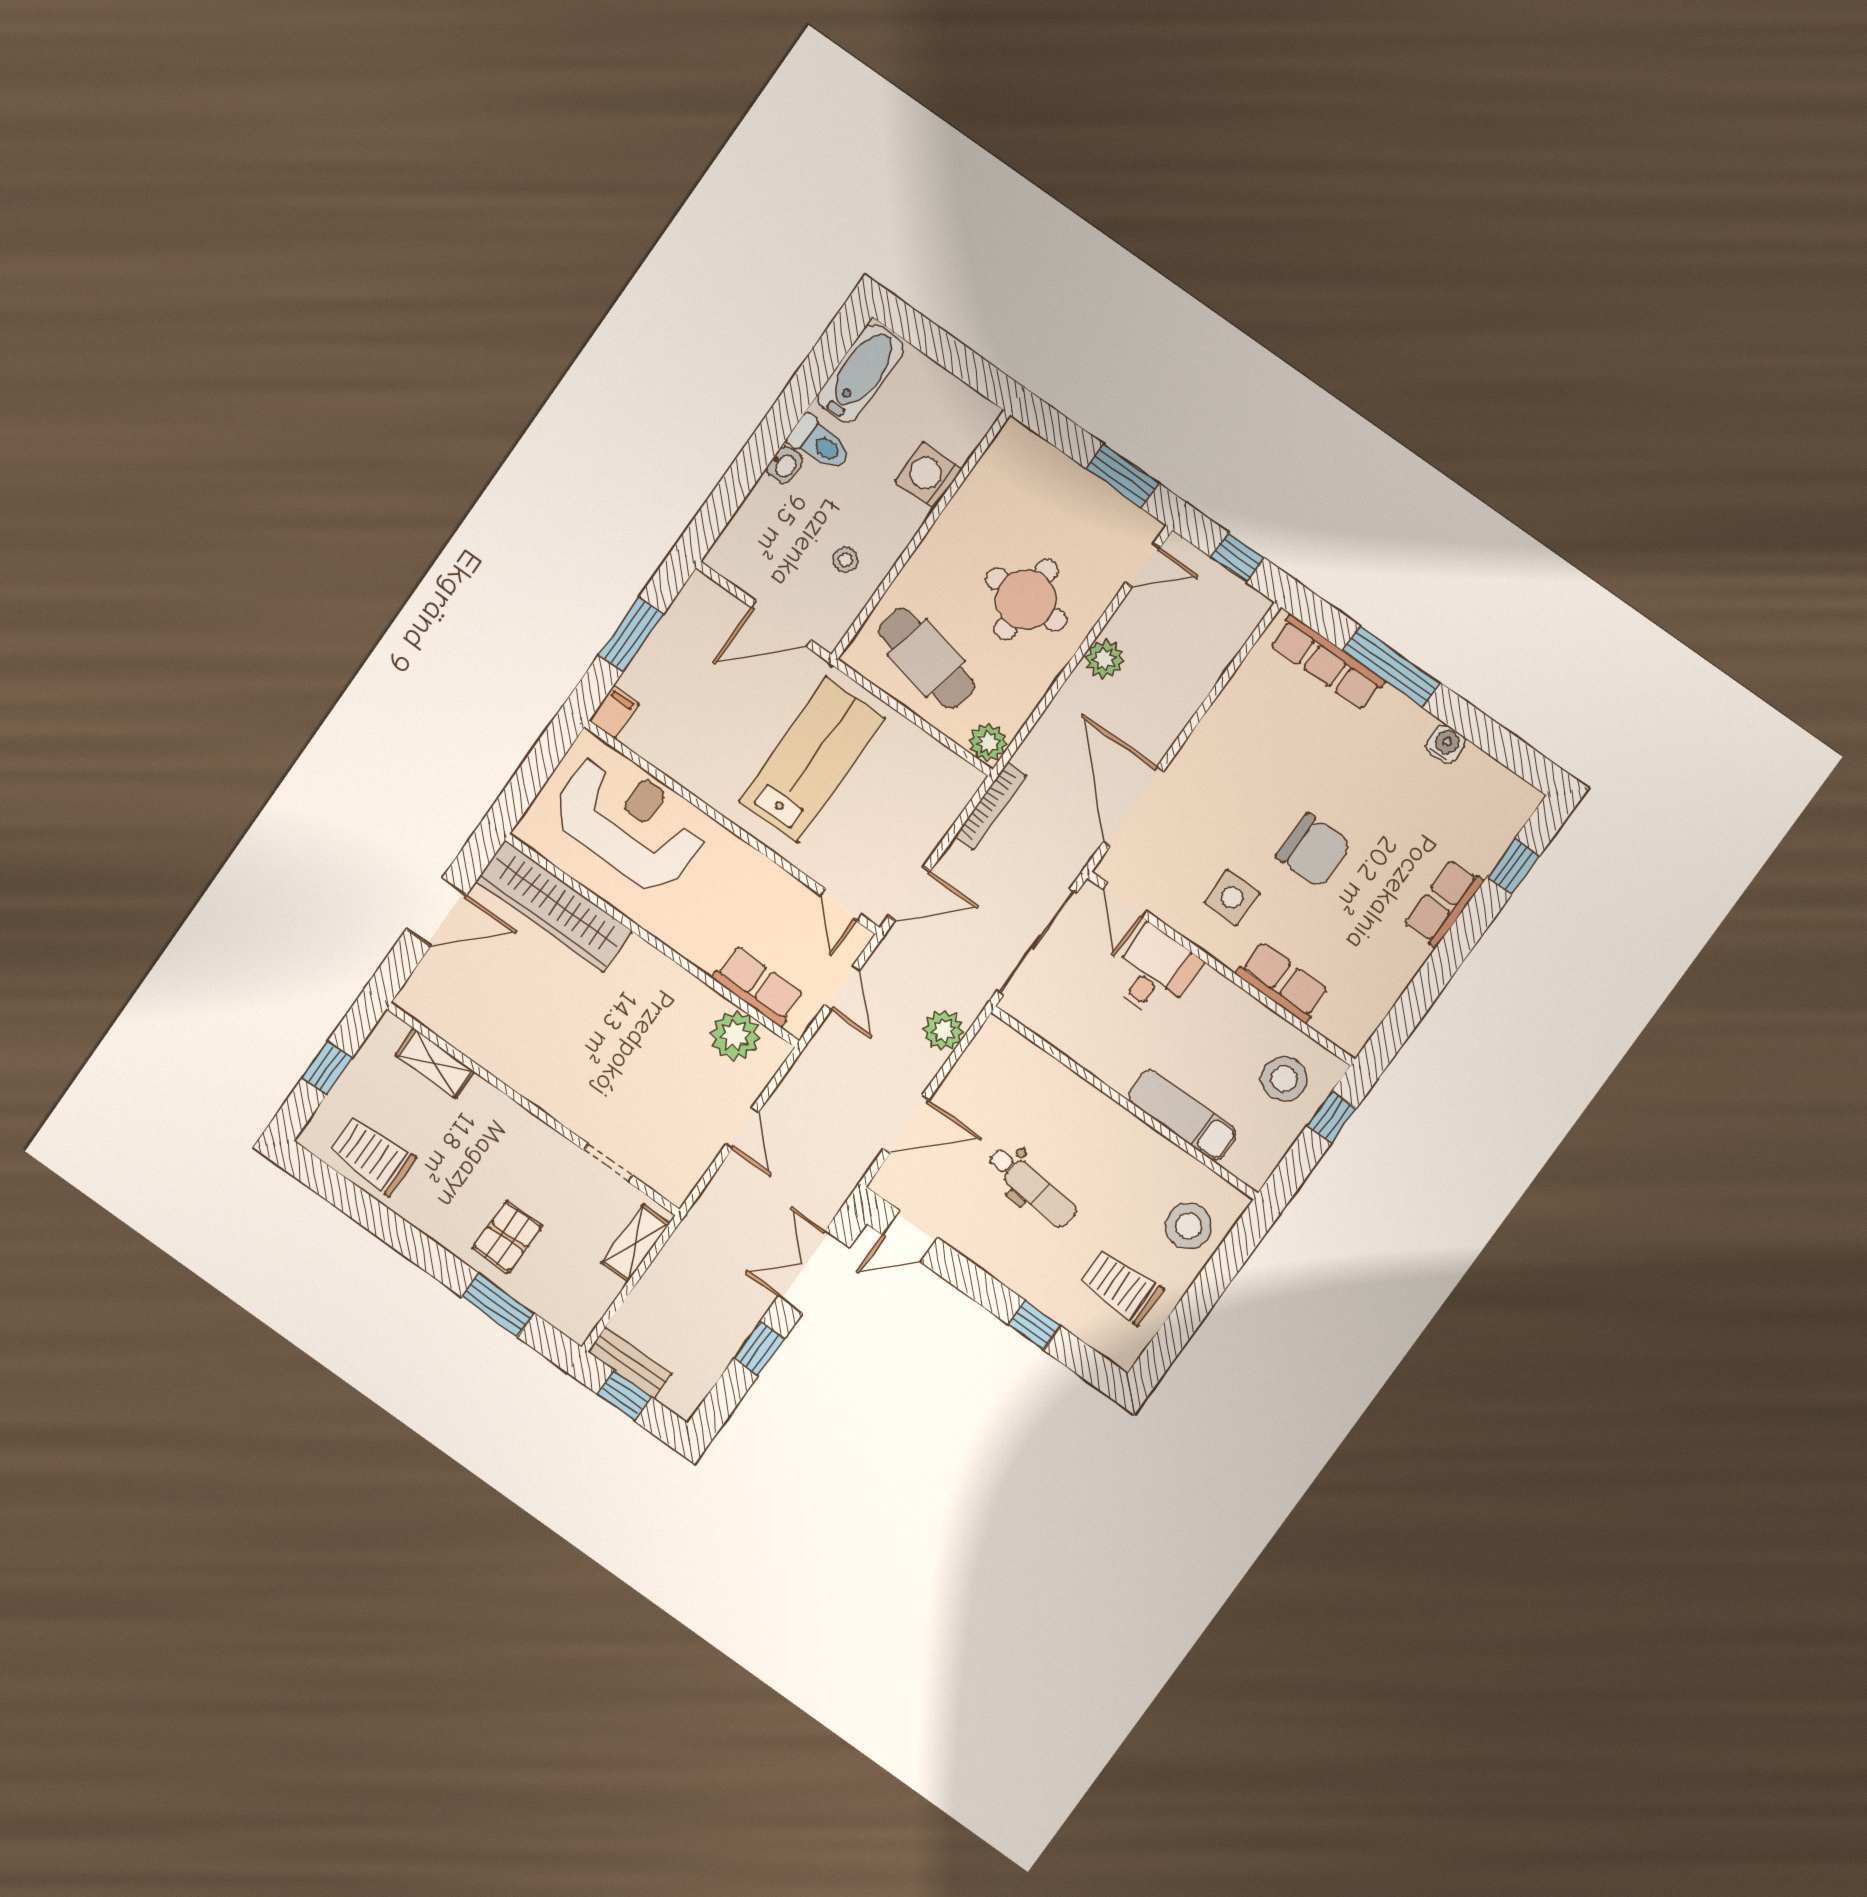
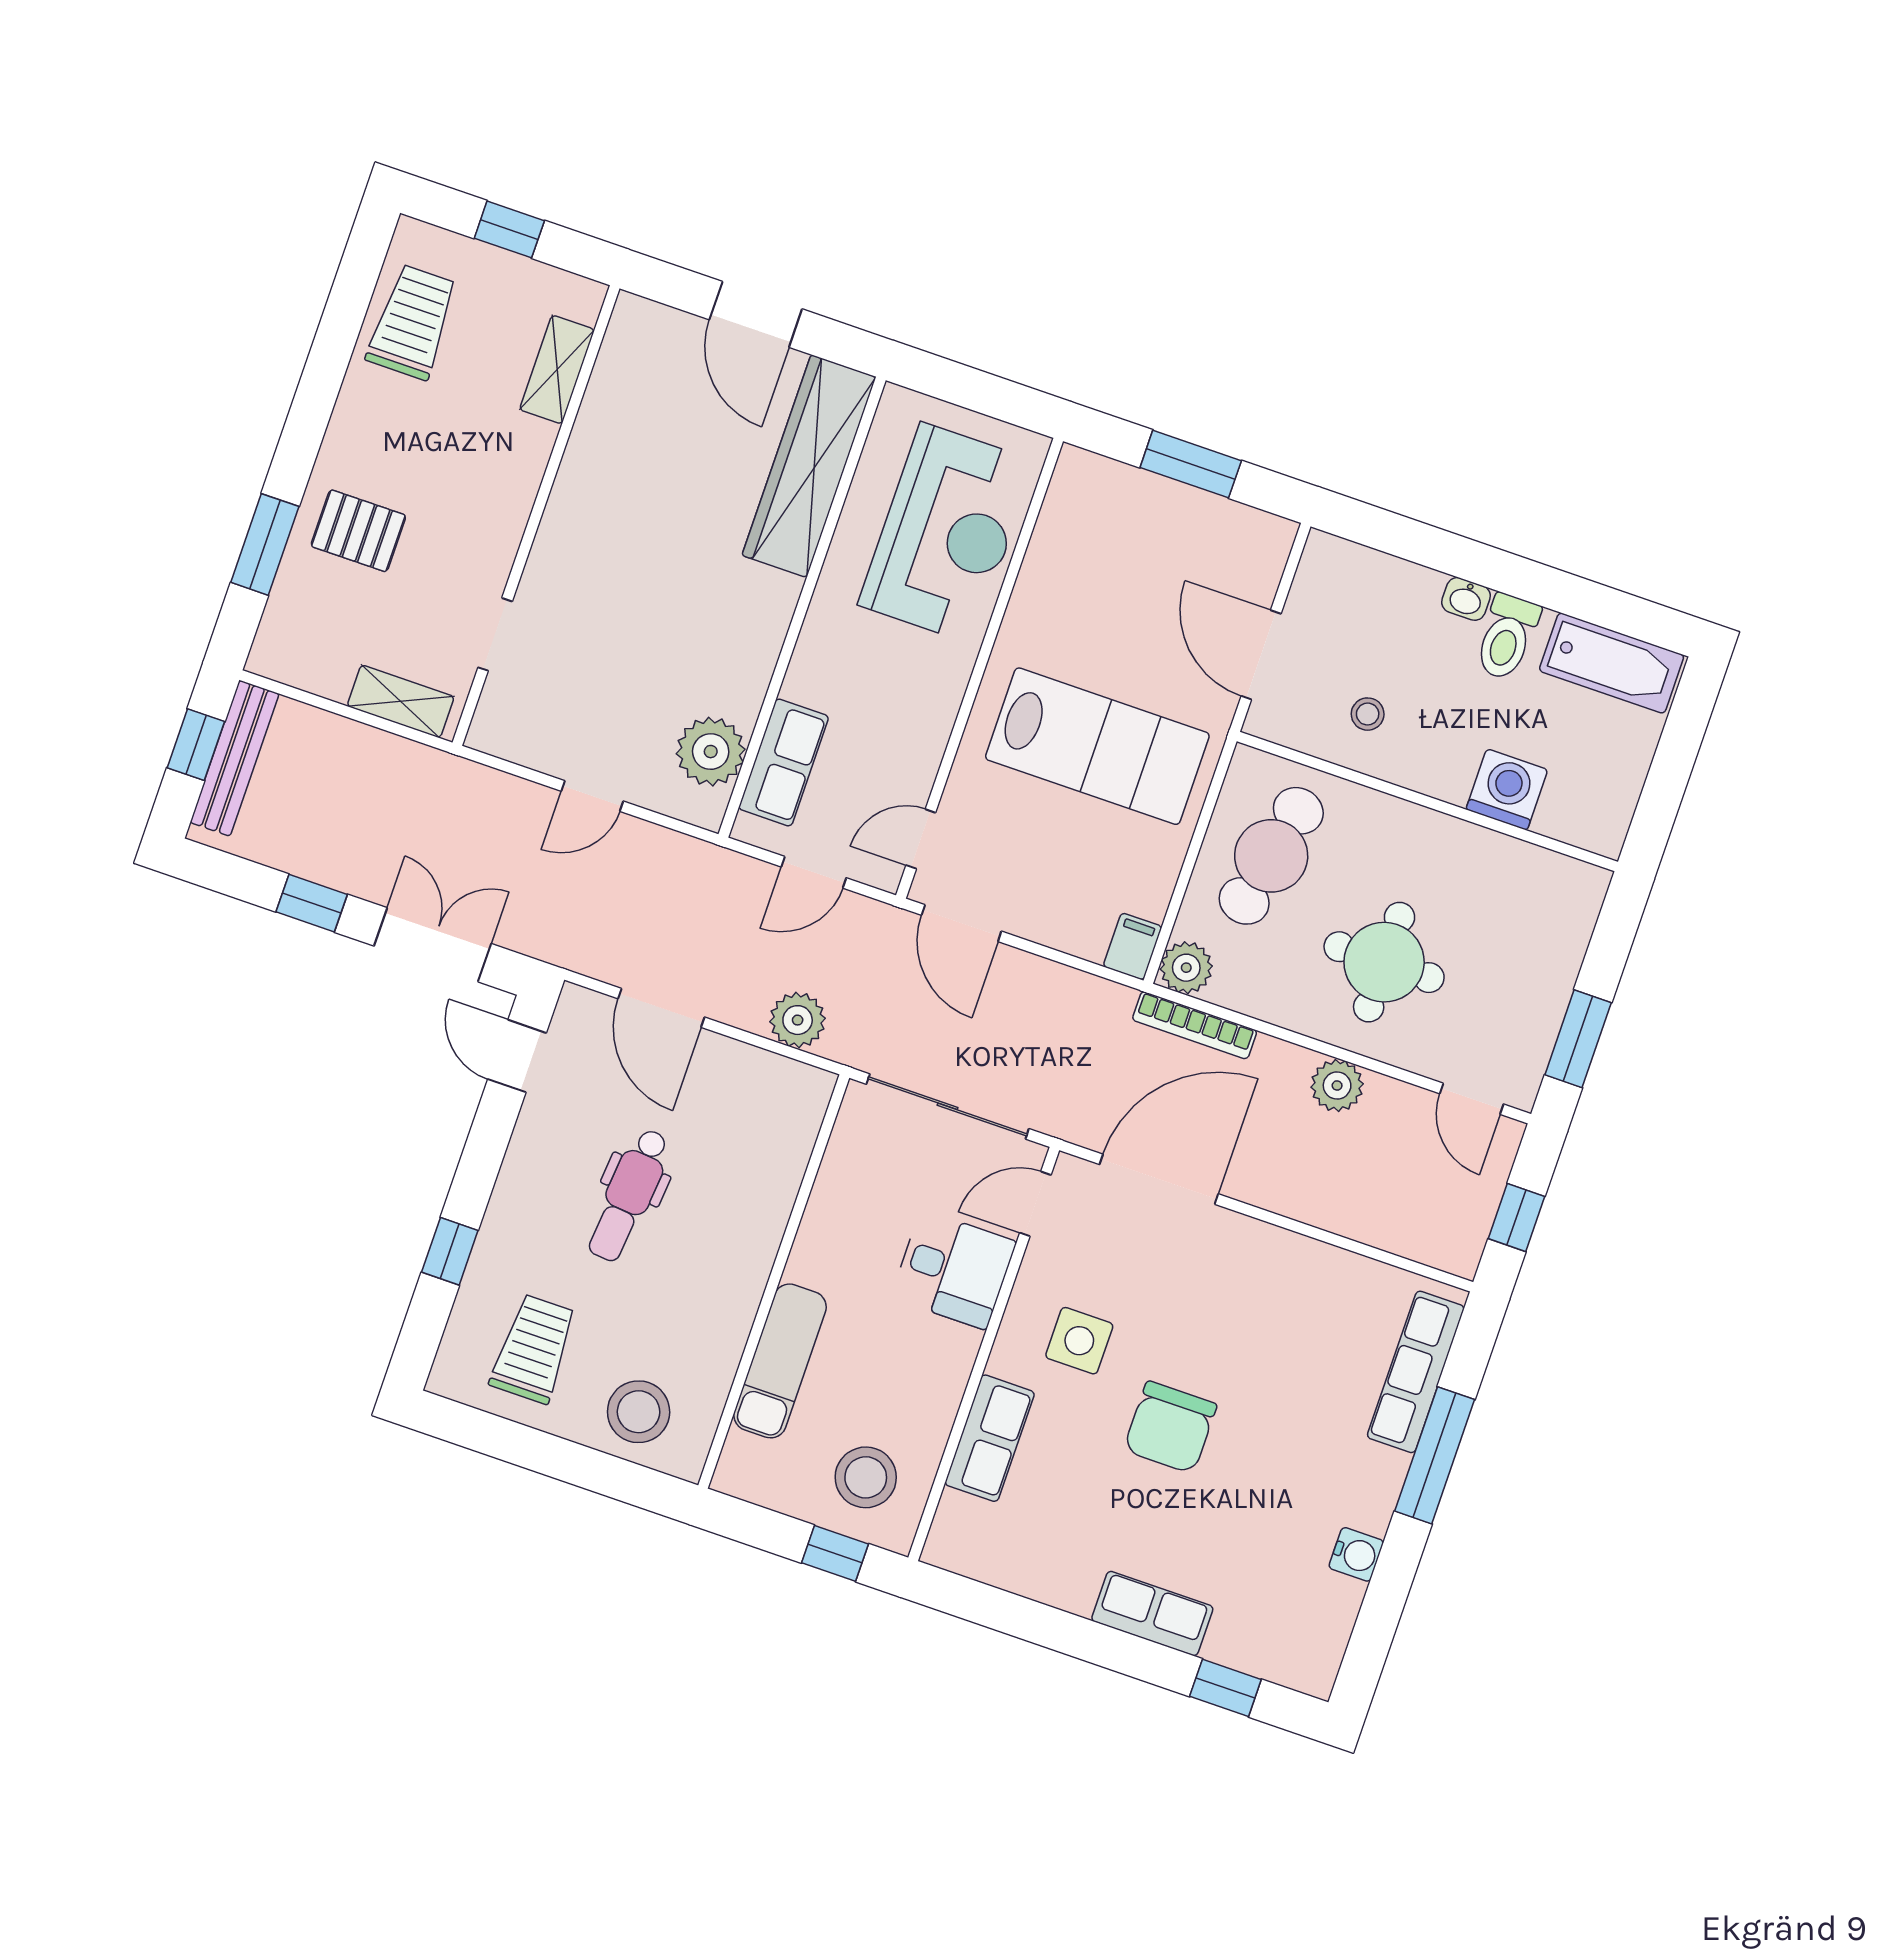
filing cabinet: (614, 712) -> (1133, 946), moved, turned -90
bookcase: (990, 806) -> (1195, 1025), moved
bench: (630, 1363) -> (235, 758), width x1.36

